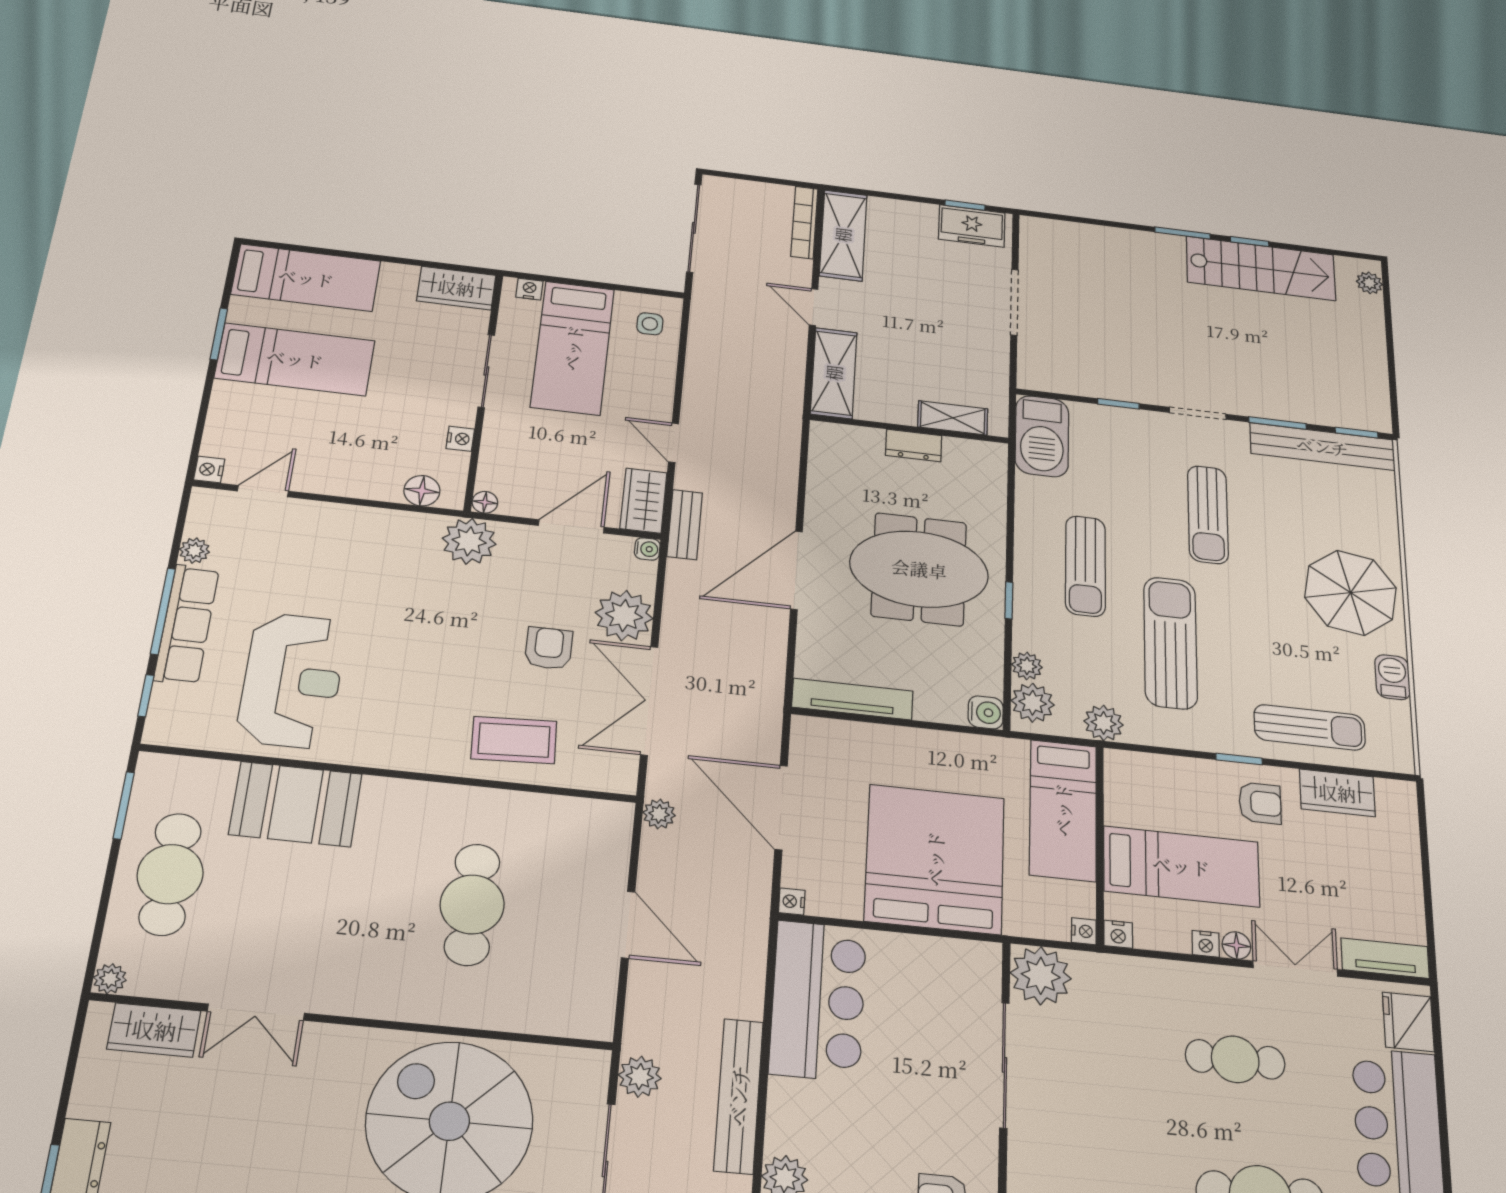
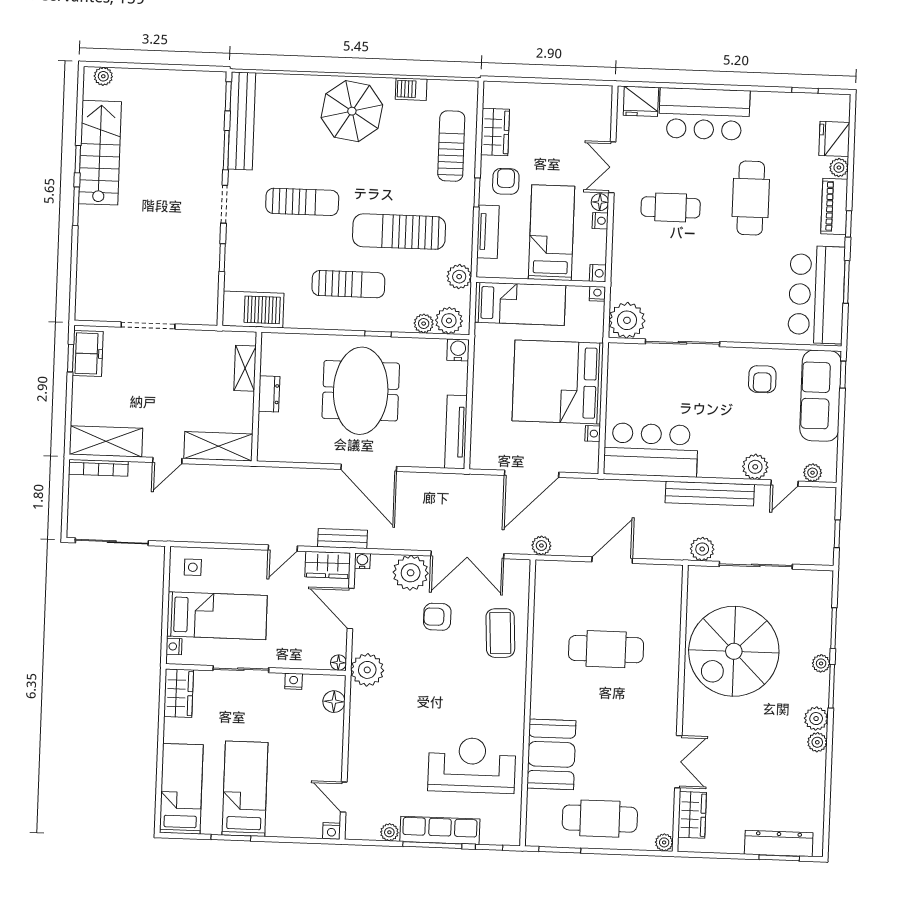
nightstand: (792, 901) -> (593, 434), moved, turned -90
tv unit: (1385, 958) -> (488, 232), moved, turned 180
cafe table: (1235, 1059) -> (671, 207), turned 90

